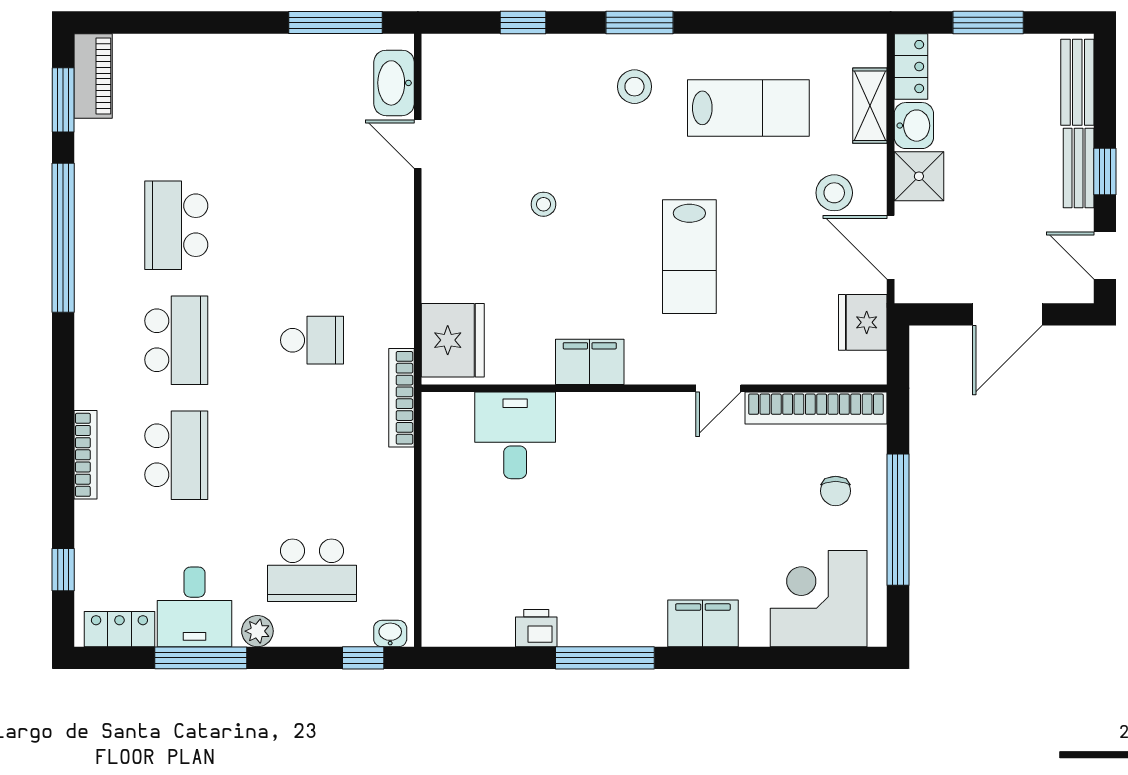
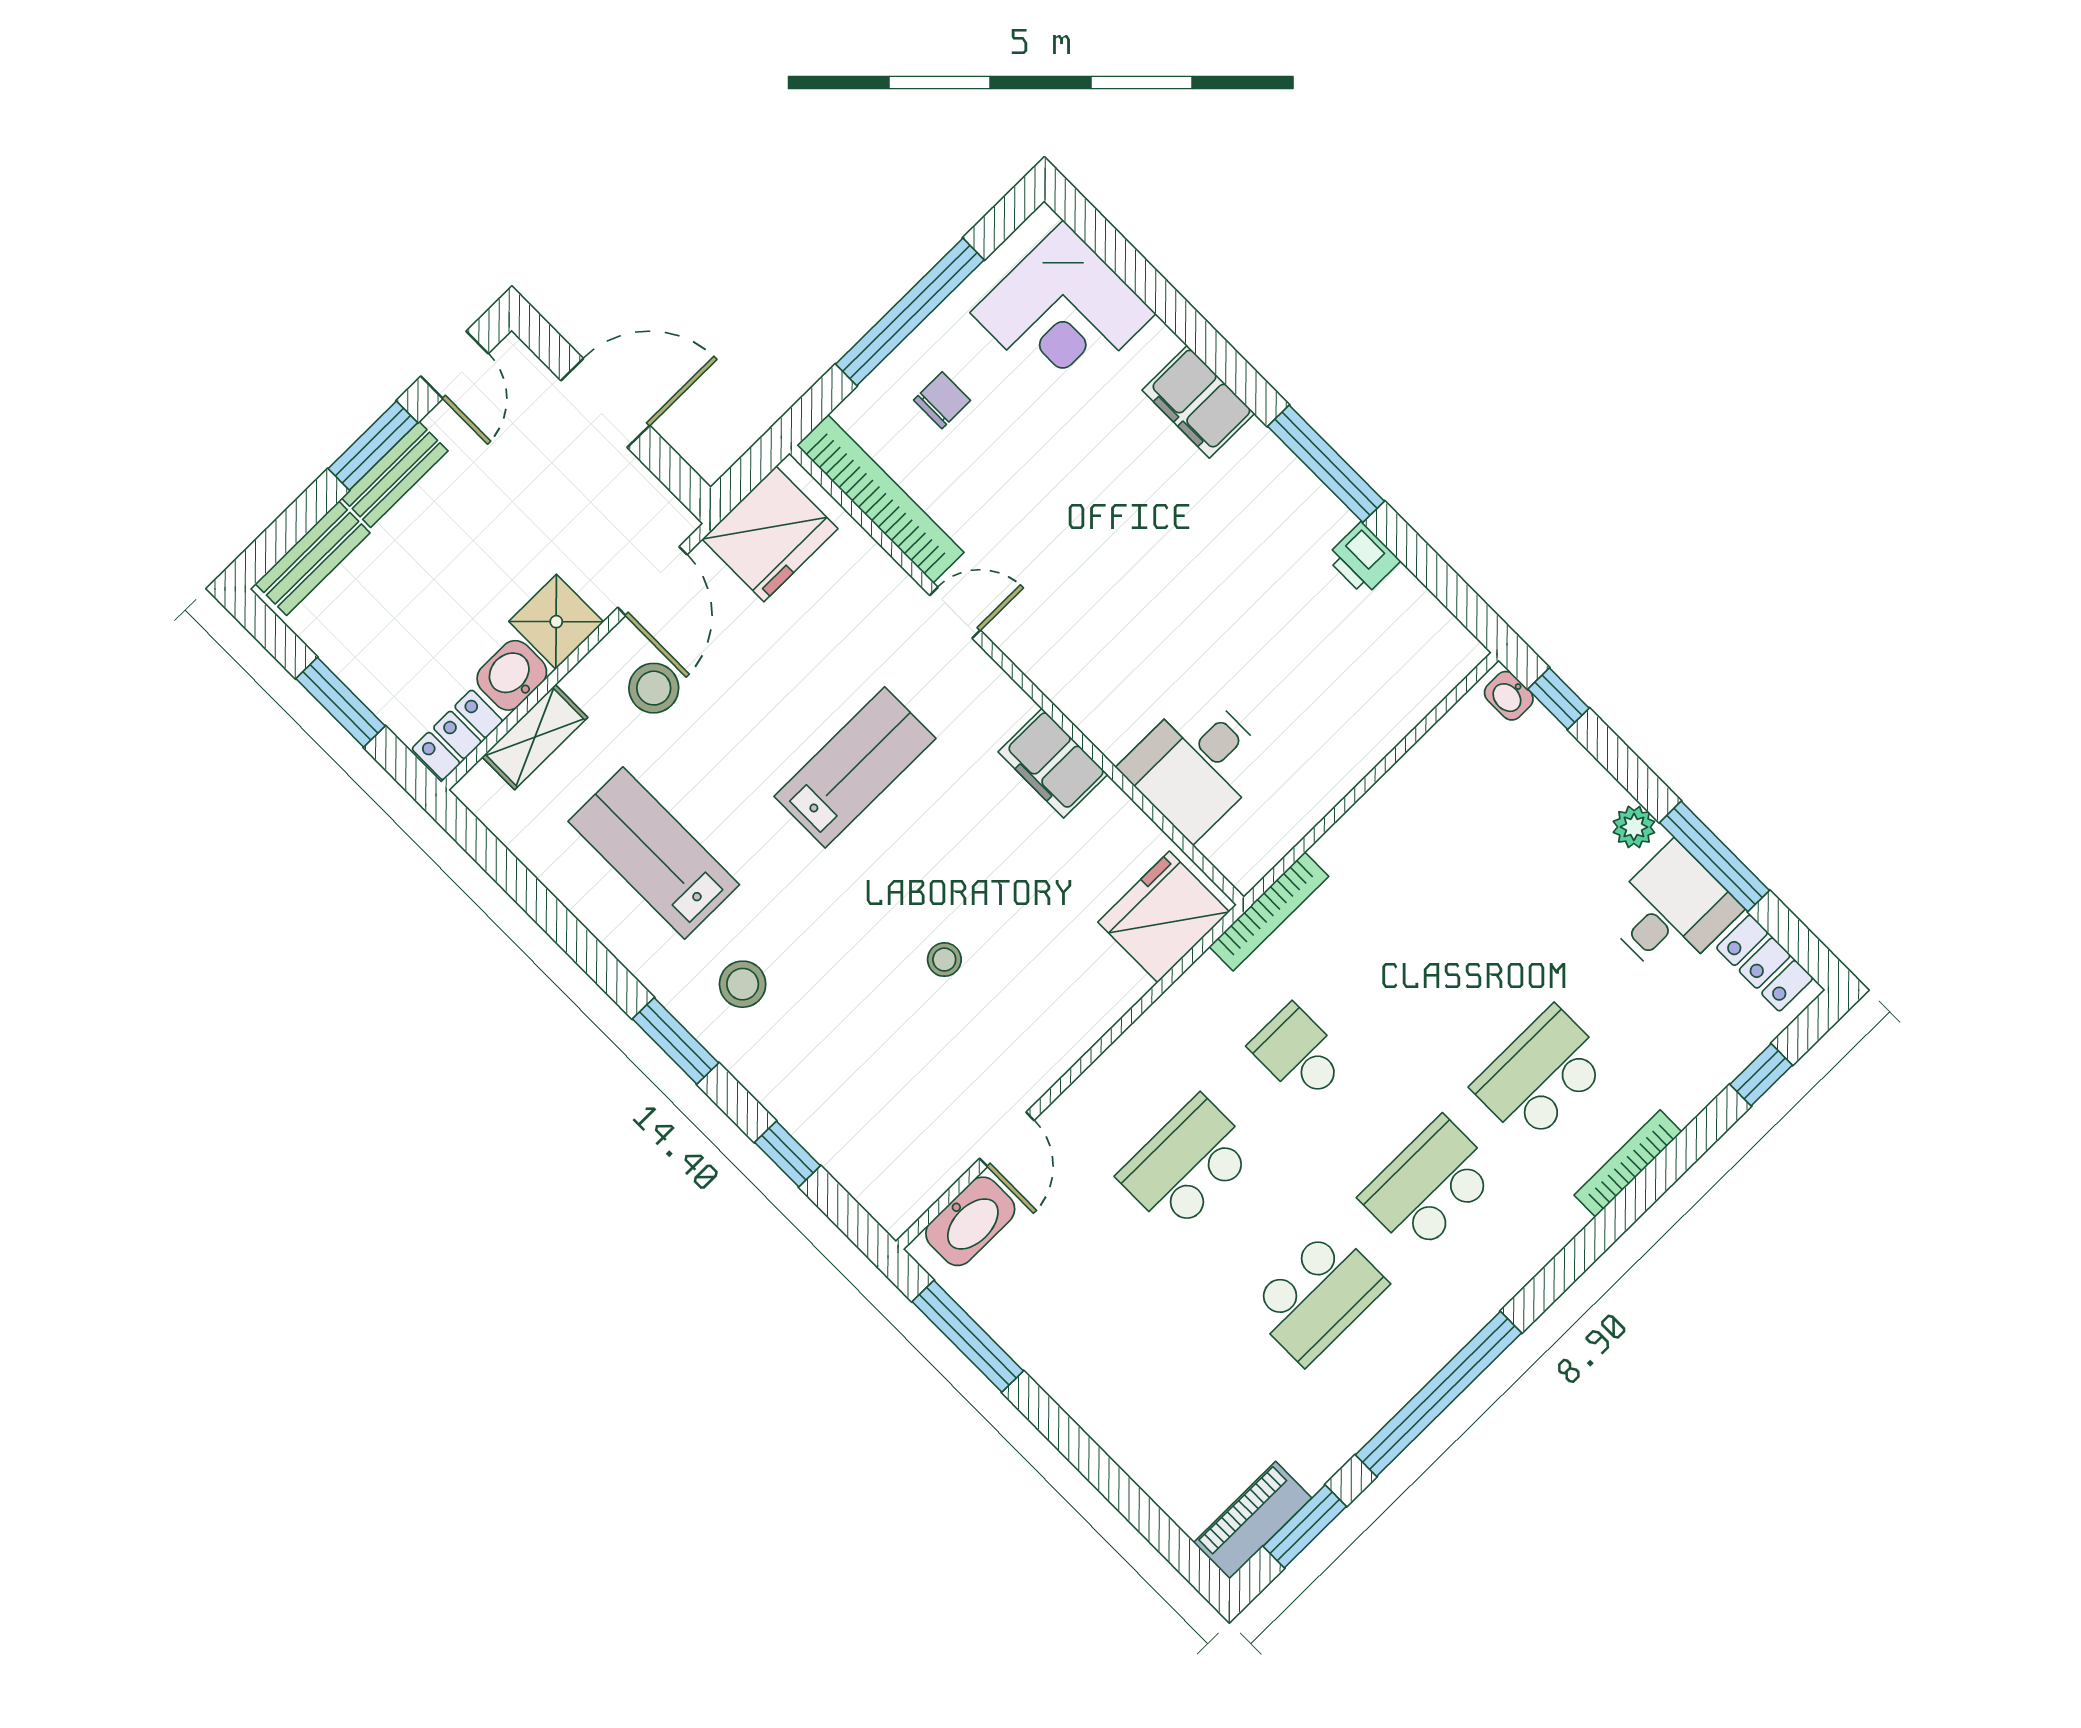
window: (1105, 172) -> (373, 446), width x1.50
fridge: (863, 322) -> (770, 534), width x1.36, depth x1.34
school desk: (312, 570) -> (1187, 1164), moved, turned -90

